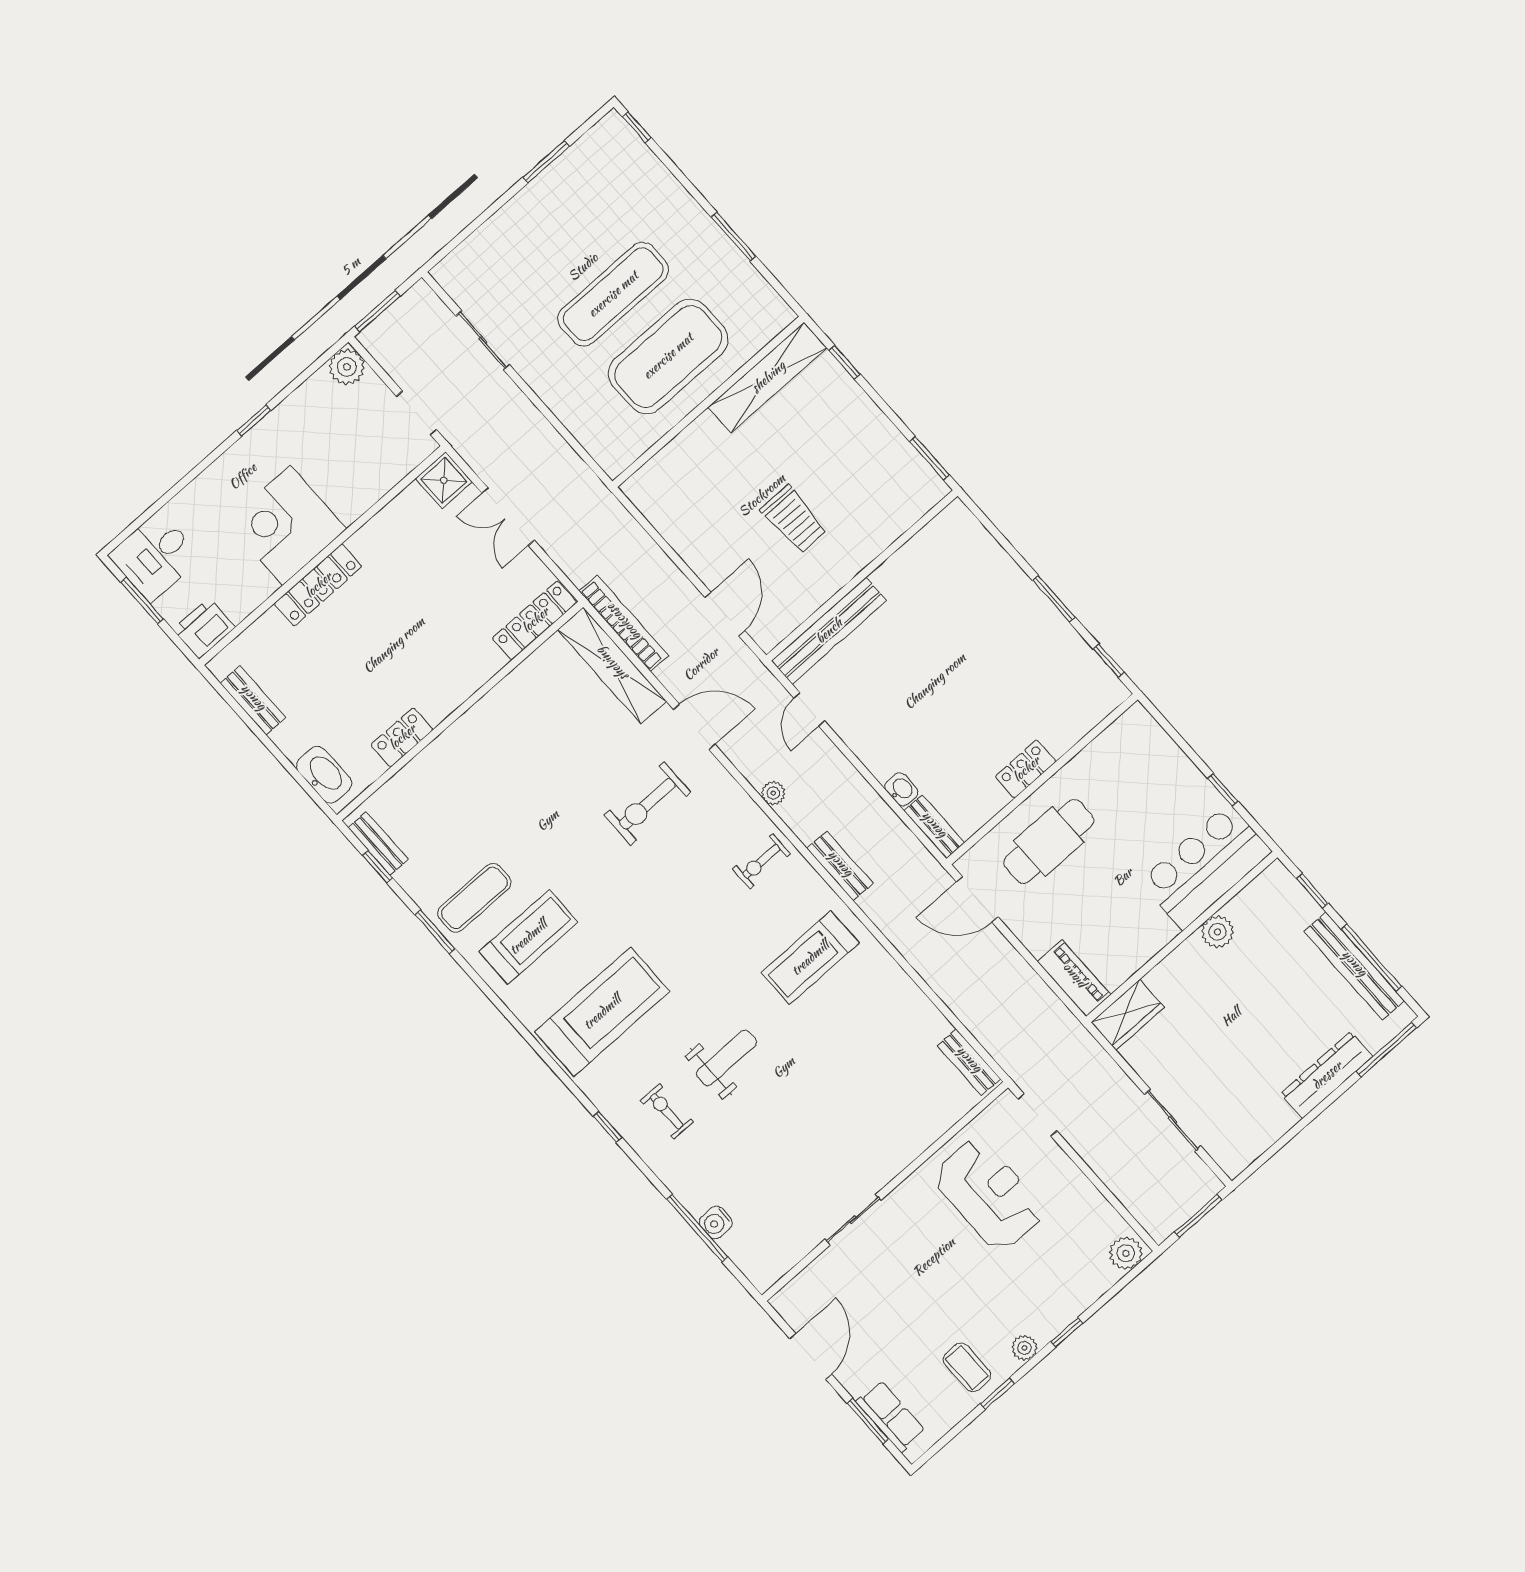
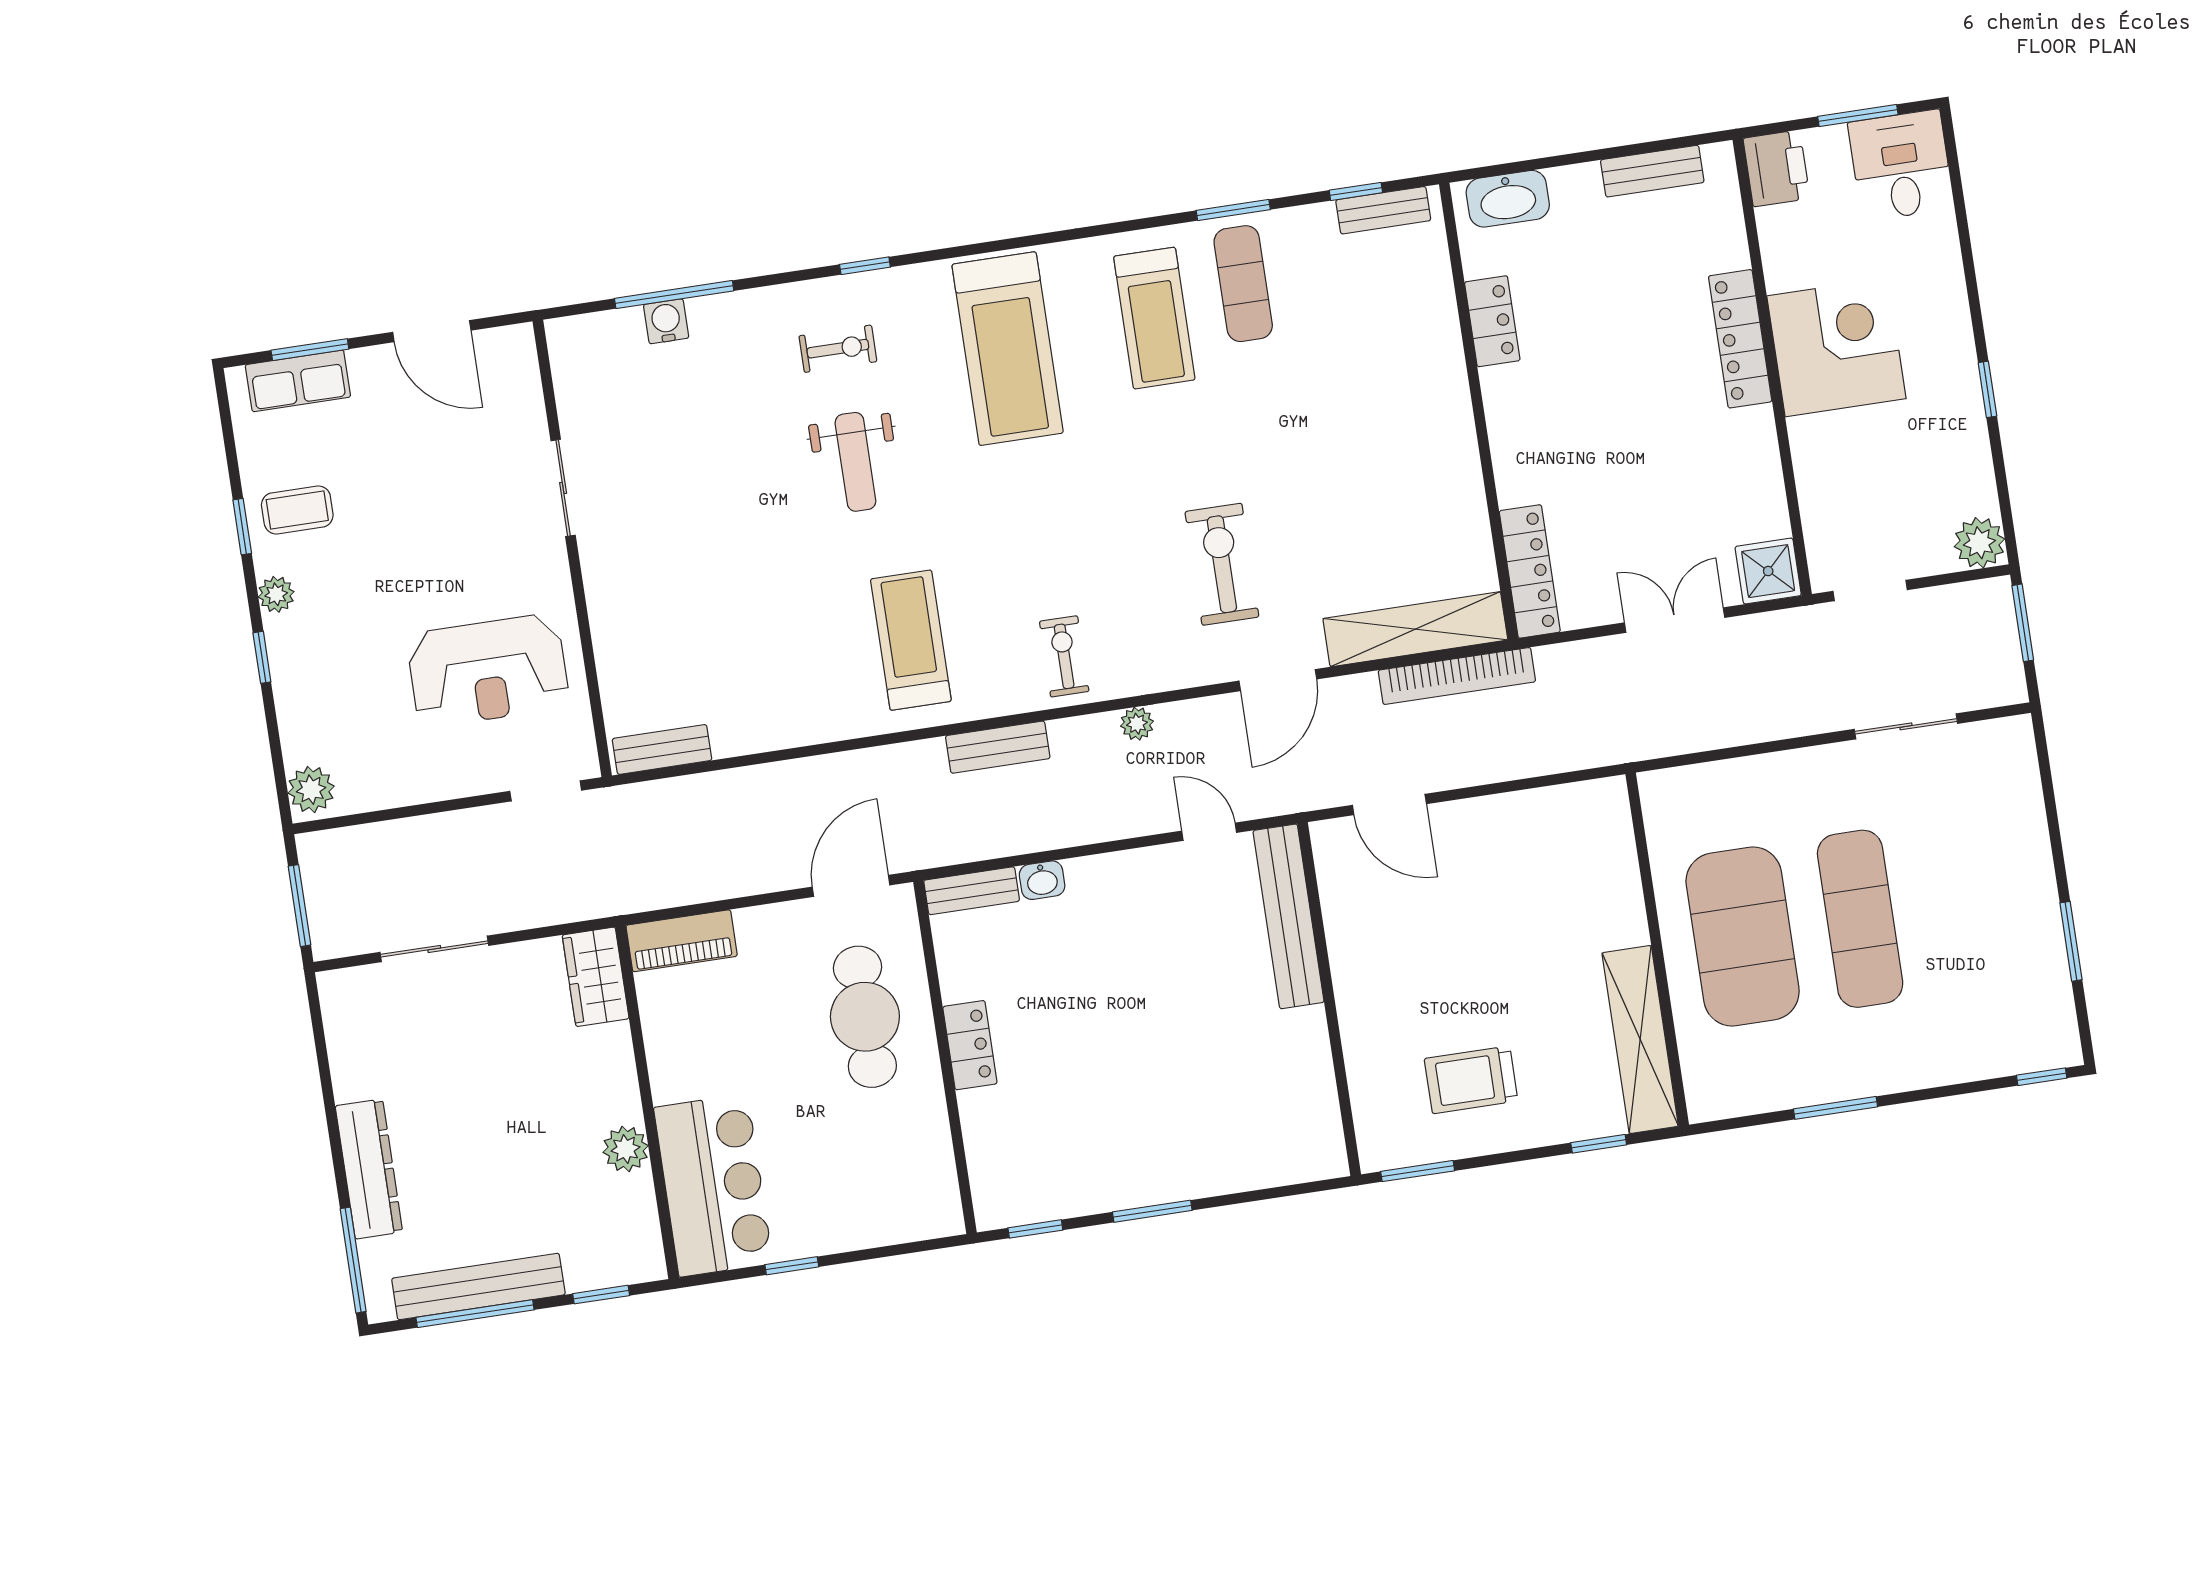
trolley: (794, 519) -> (1471, 1080), moved

